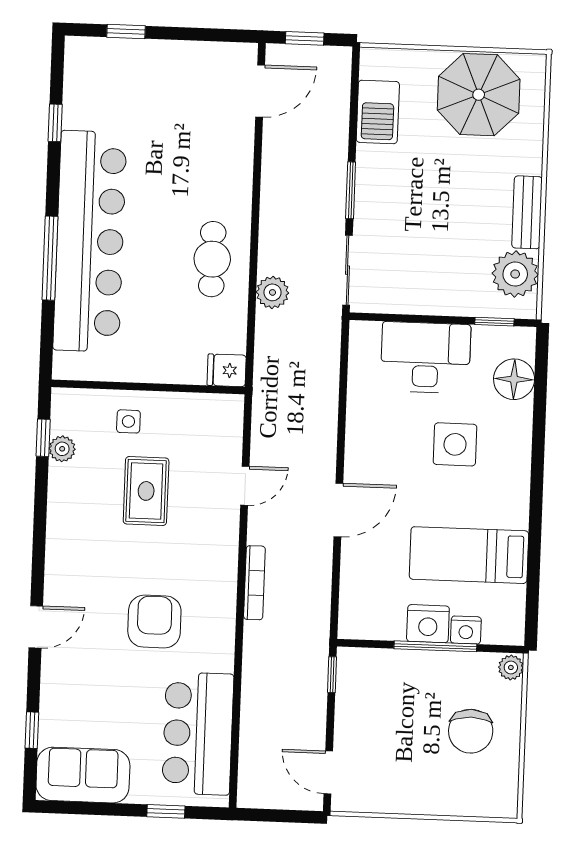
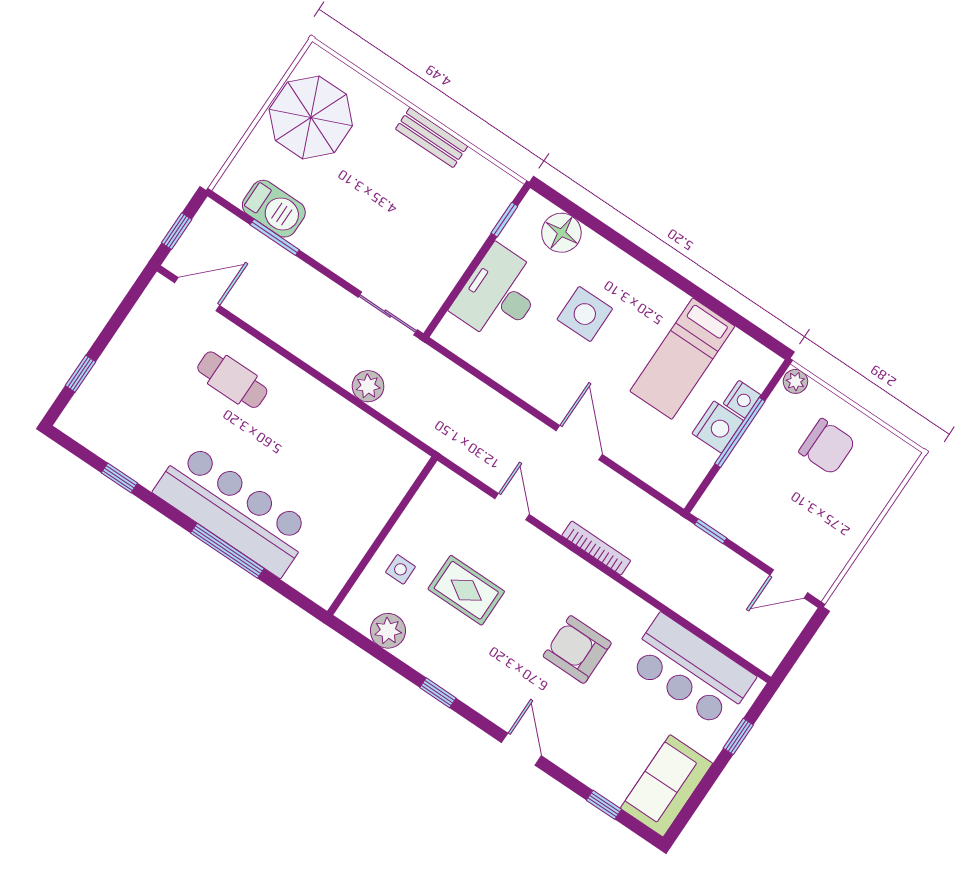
door: (260, 91) -> (197, 294), hinge flipped
window: (351, 190) -> (275, 237), moved
bar counter: (90, 241) -> (234, 510), width x0.73
cafe table: (212, 259) -> (232, 380), moved
plant: (515, 274) -> (476, 178), removed
fridge: (227, 370) -> (408, 463), removed
window: (43, 438) -> (438, 693), moved
plant: (62, 449) -> (388, 631), width x1.38, depth x1.38

